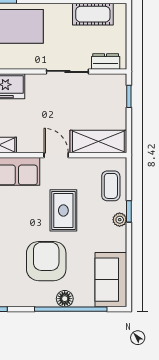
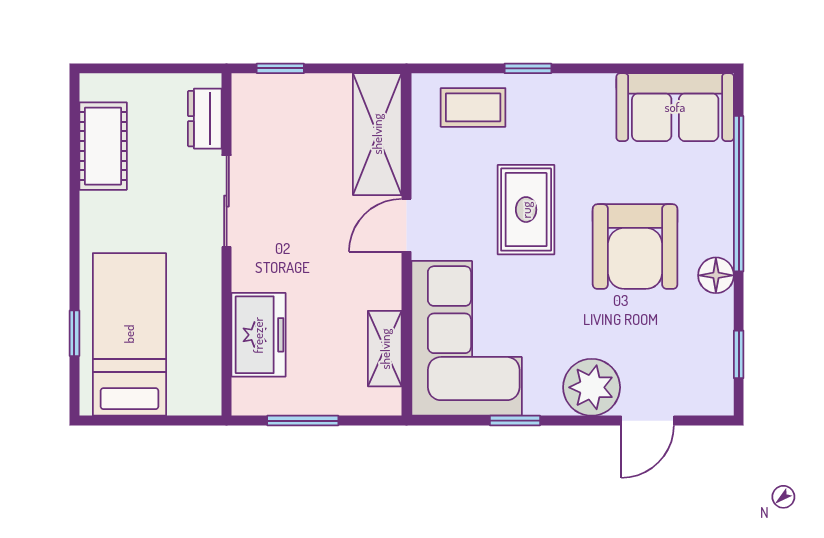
rug: (63, 210) -> (526, 210), turned 90
plant: (120, 220) -> (546, 88), removed
armchair: (46, 261) -> (635, 247), turned -90
floor lamp: (65, 299) -> (716, 275), moved

